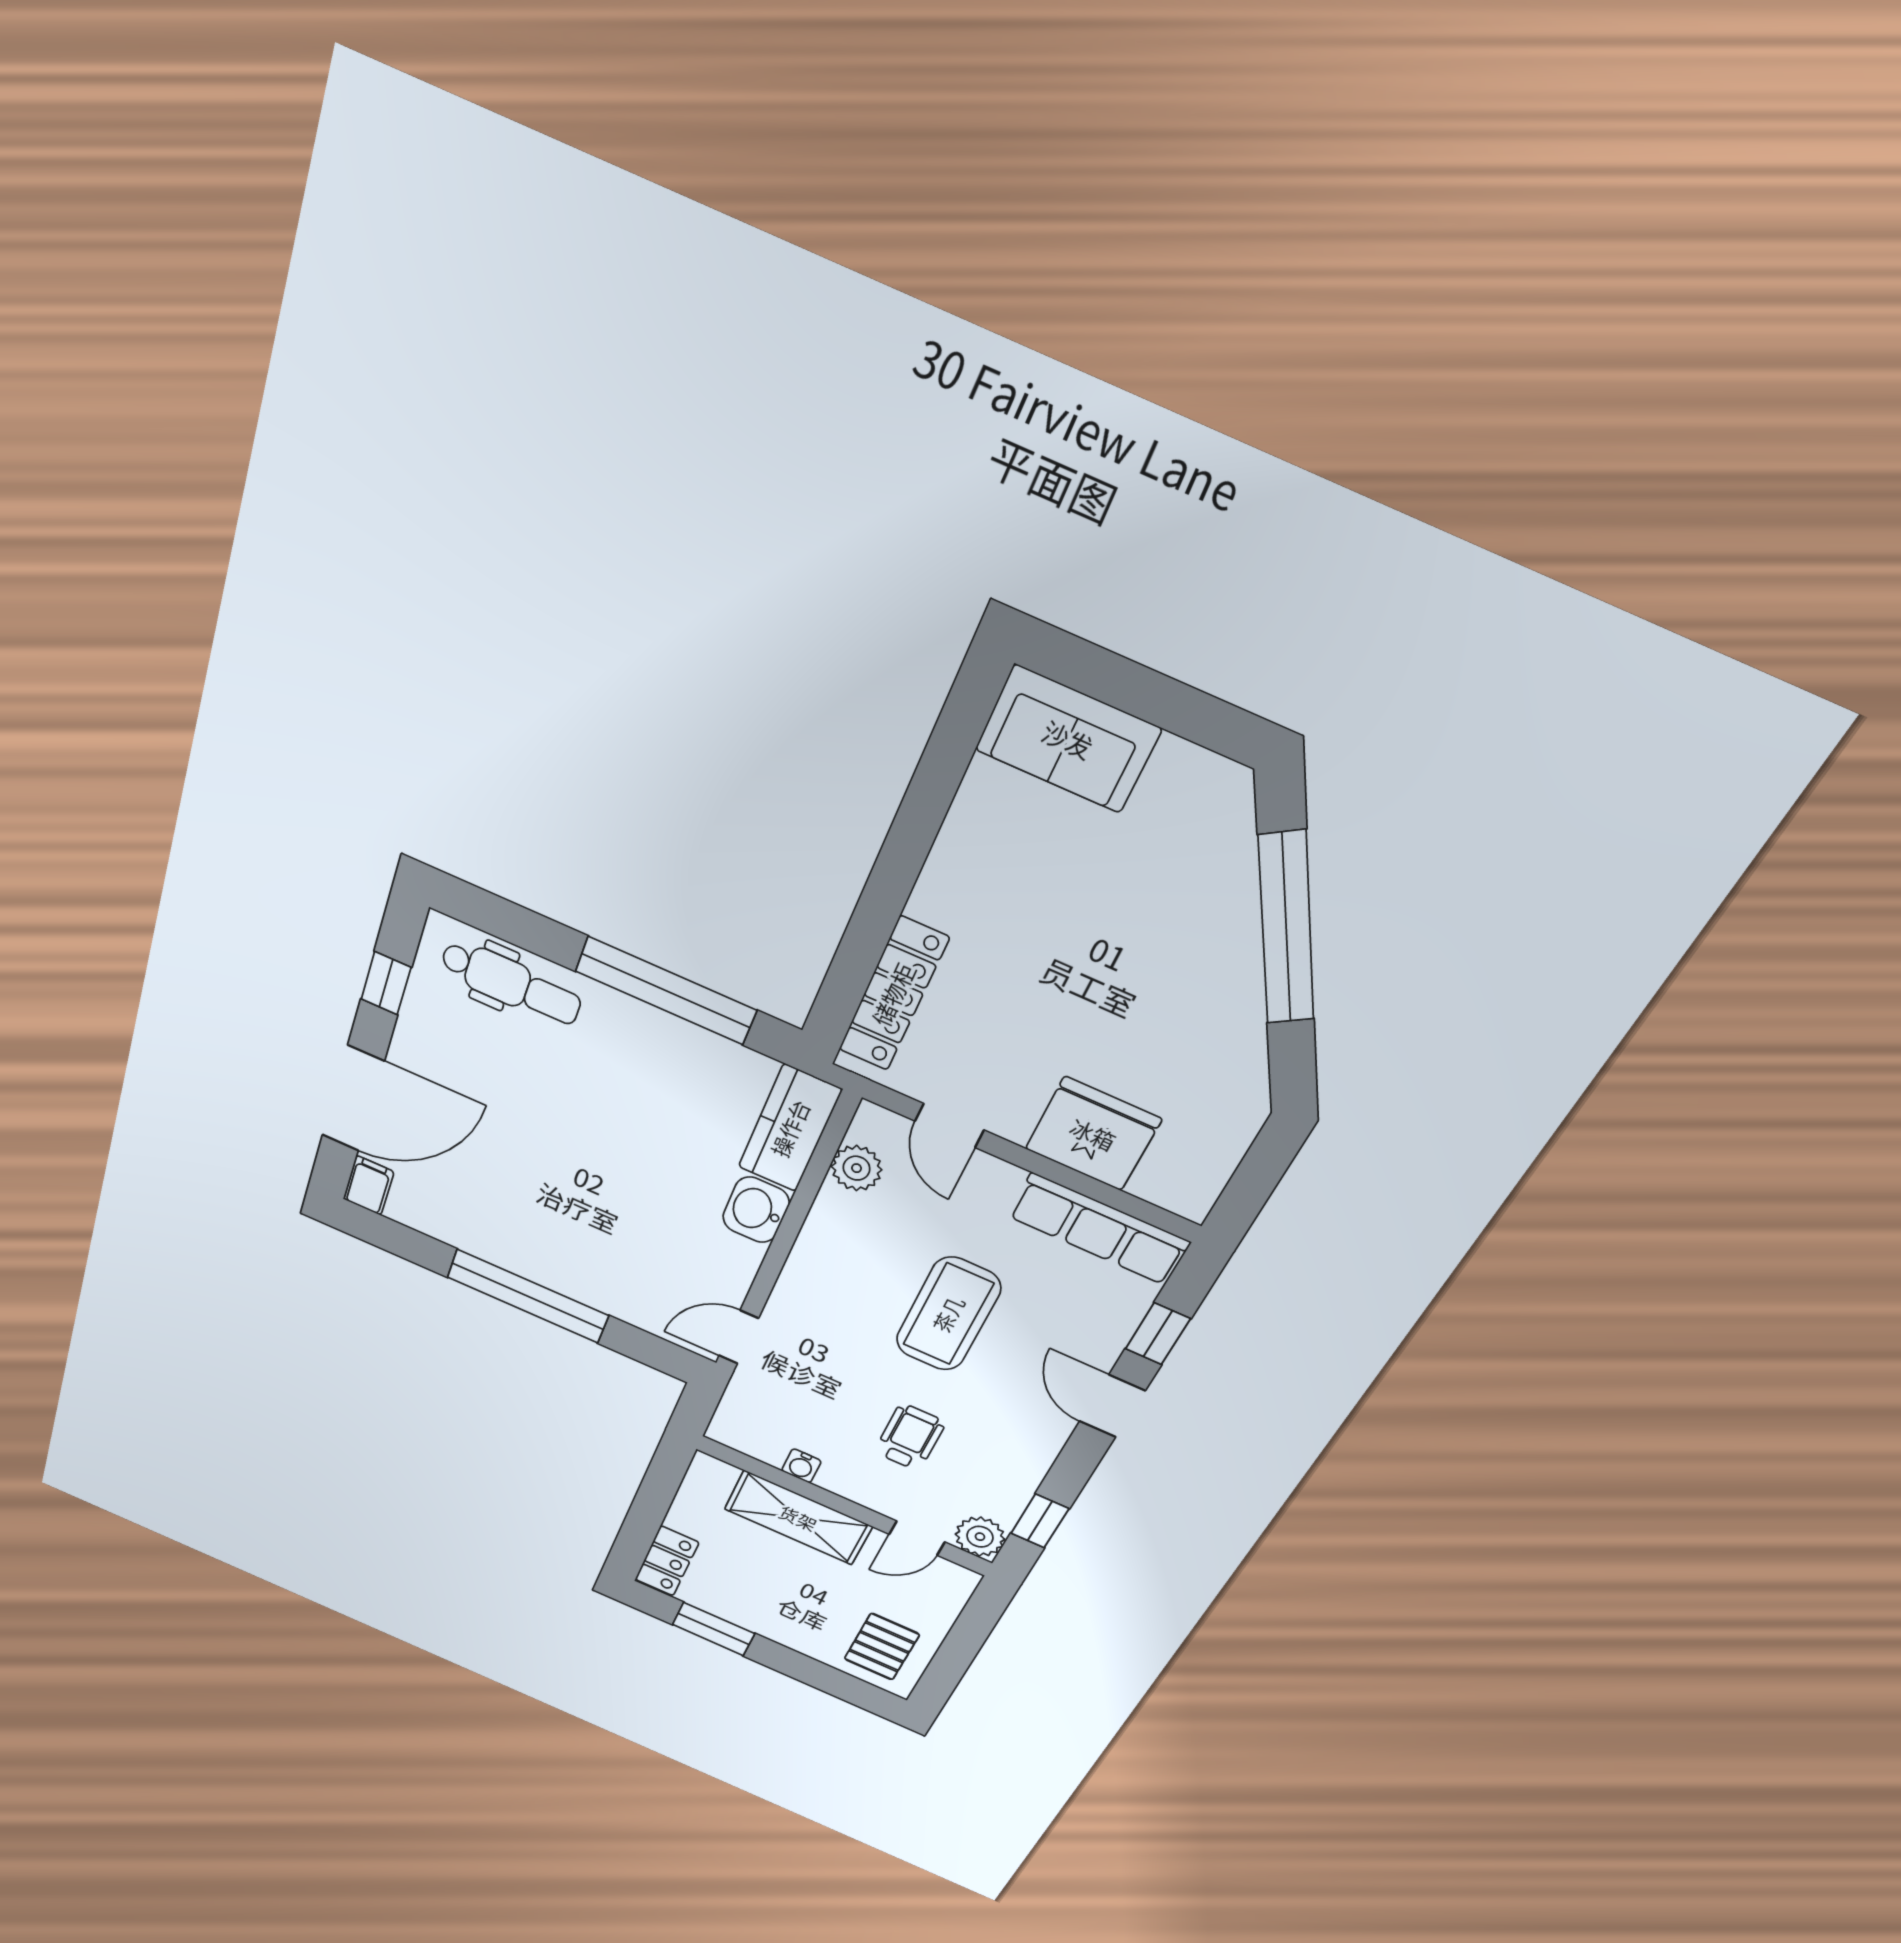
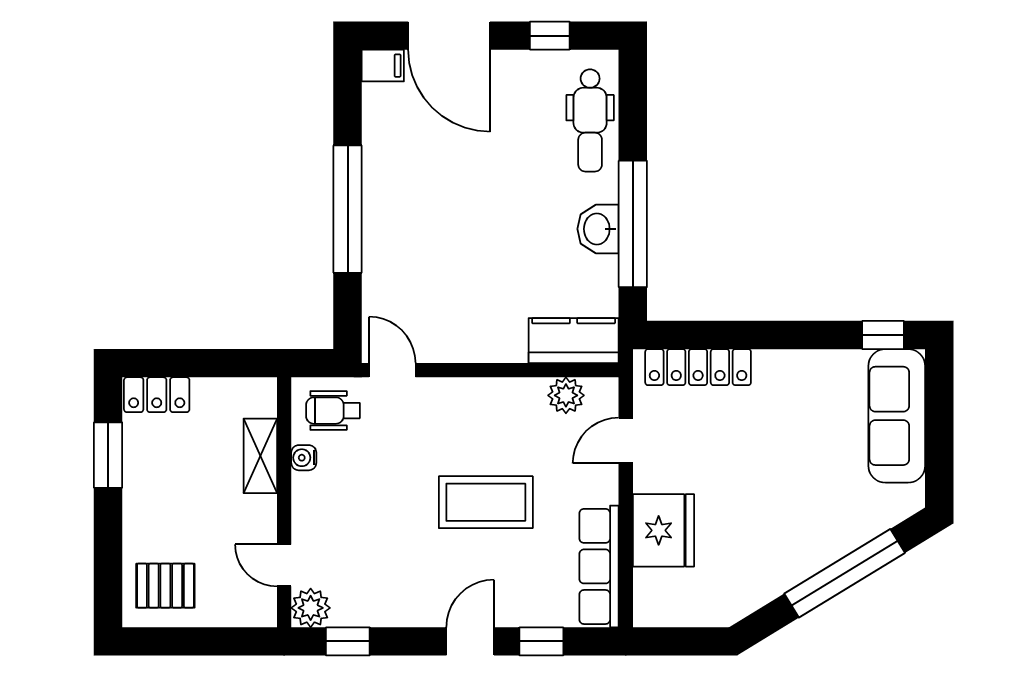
window: (964, 718) -> (883, 335), added
sofa: (1068, 739) -> (897, 416), width x1.36
washbasin: (756, 1210) -> (598, 229), moved, turned -90
wheelchair: (910, 1437) -> (333, 411), moved, turned 180
shelving: (798, 1518) -> (260, 456), width x0.67, depth x0.75

